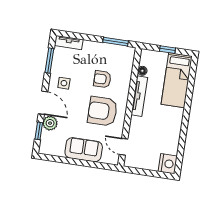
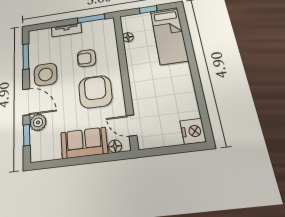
tv unit: (69, 43) -> (66, 30), moved
side table: (64, 83) -> (46, 74), width x1.87, depth x1.87
tv unit: (139, 96) -> (133, 64), removed
armchair: (102, 111) -> (95, 92), turned 90
floor lamp: (107, 159) -> (115, 146), added

